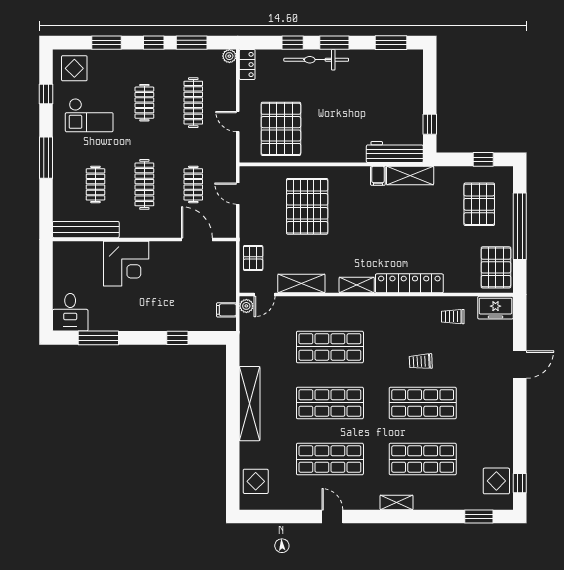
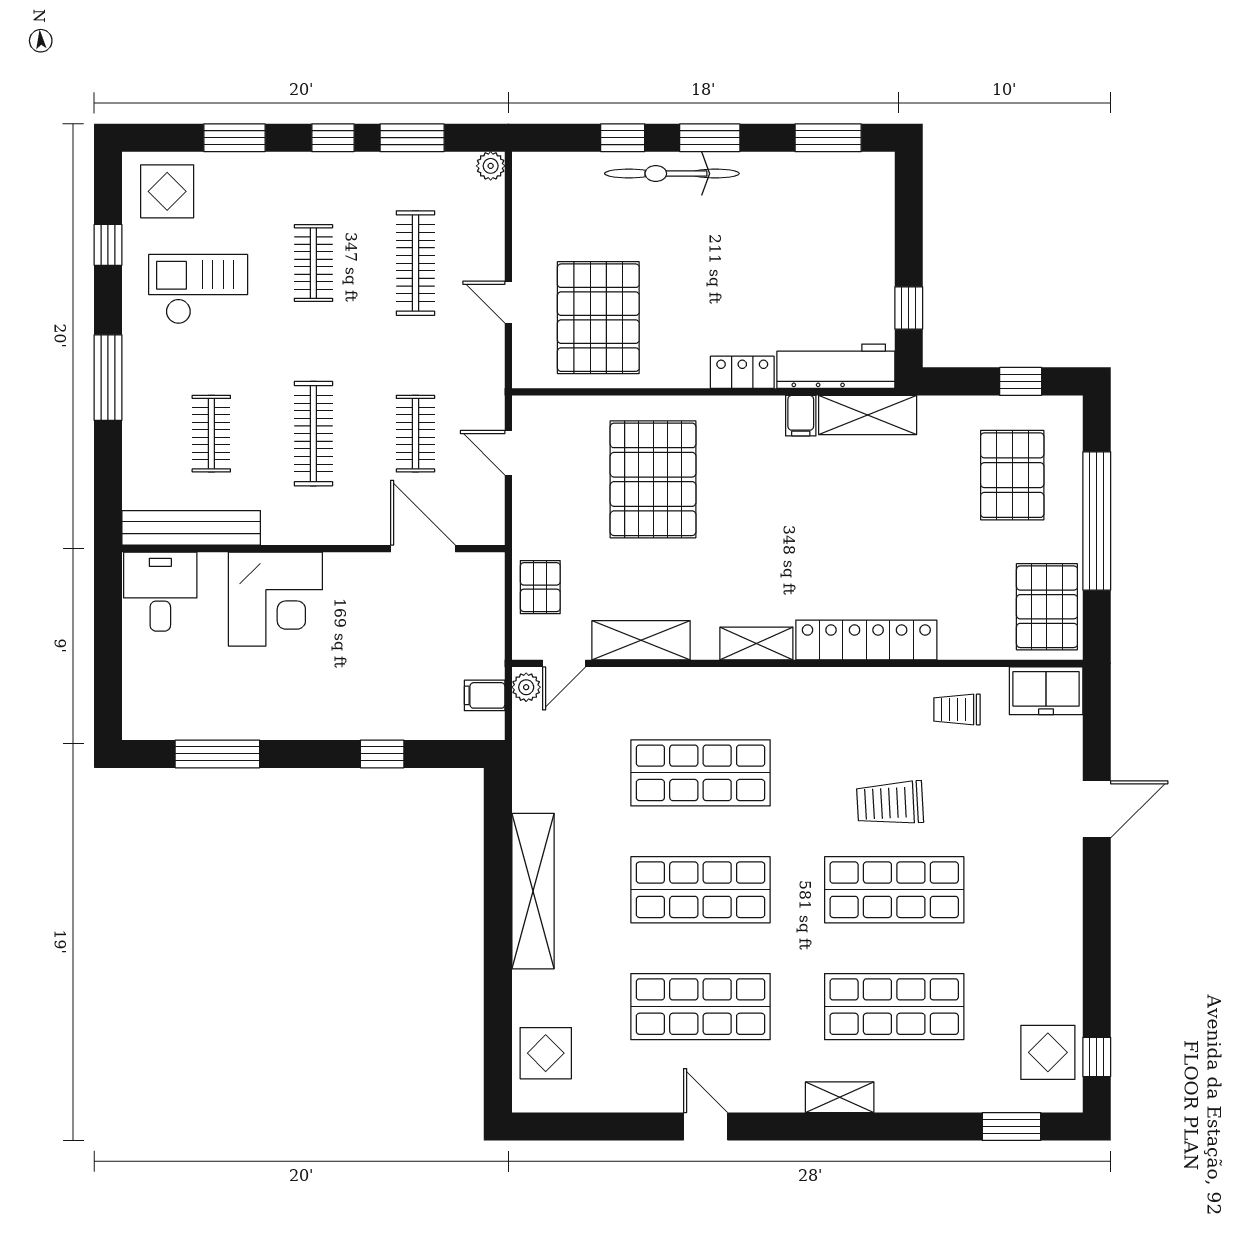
locker: (247, 65) -> (742, 372), moved, turned -90
checkout: (89, 115) -> (198, 289), turned 180
desk: (70, 312) -> (160, 592), moved, turned 180
trolley: (421, 361) -> (890, 803), width x1.36, depth x1.39

